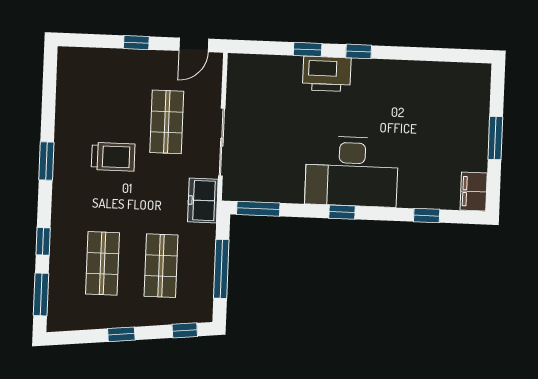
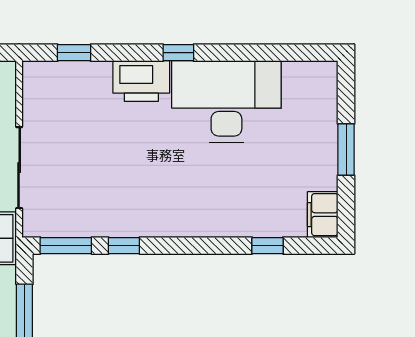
window: (308, 49) -> (74, 53), moved
desk: (352, 172) -> (226, 102), moved, turned 180
window: (342, 212) -> (124, 246), moved

